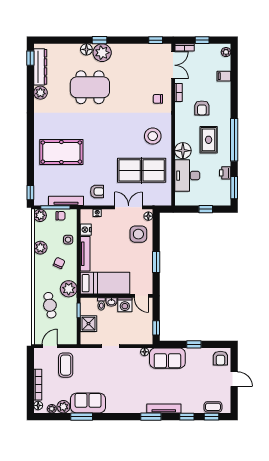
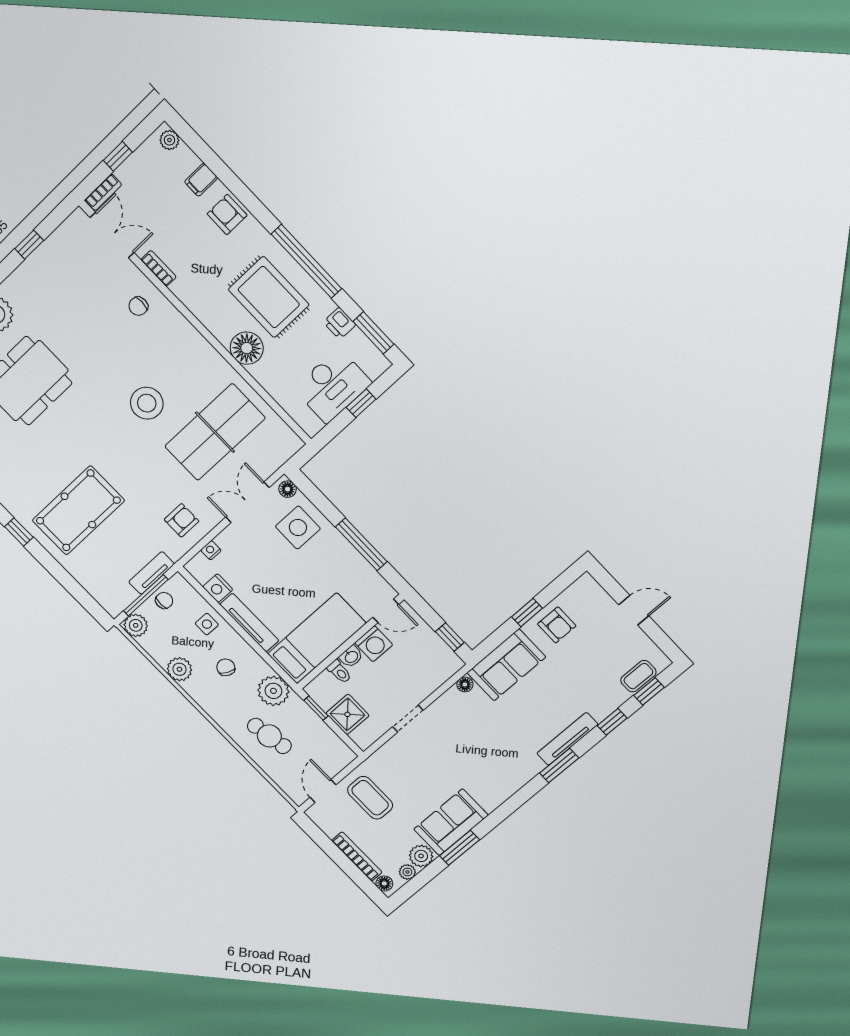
window: (156, 40) -> (29, 245), moved
armchair: (202, 108) -> (227, 215), moved, turned 180
stool: (153, 136) -> (147, 403), moved
rug: (209, 140) -> (269, 297), width x1.36, depth x1.43
desk: (187, 176) -> (333, 386), moved, turned -90
window: (30, 193) -> (19, 532), moved
tv unit: (66, 201) -> (152, 573), width x0.71
window: (156, 262) -> (361, 544), width x1.44
armchair: (220, 358) -> (557, 625), moved

